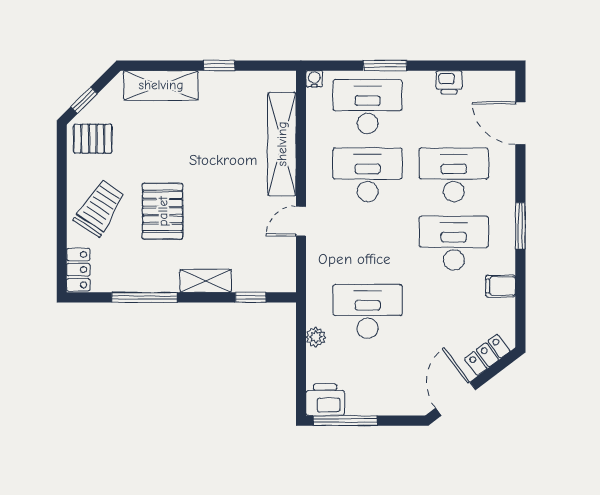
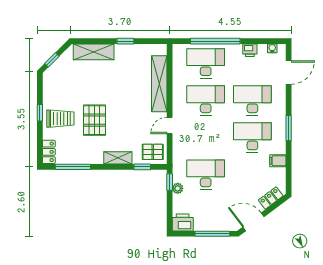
window: (385, 66) -> (215, 41), width x2.11
water cooler: (314, 79) -> (272, 48), moved
door: (520, 123) -> (289, 72), swing flipped
pallet: (93, 139) -> (153, 152), moved
window: (62, 197) -> (40, 113), added
trolley: (100, 208) -> (60, 119), turned 57
window: (144, 297) -> (73, 167), moved
window: (301, 325) -> (170, 182), added
door: (456, 399) -> (253, 222), hinge flipped
window: (345, 421) -> (212, 234), moved

